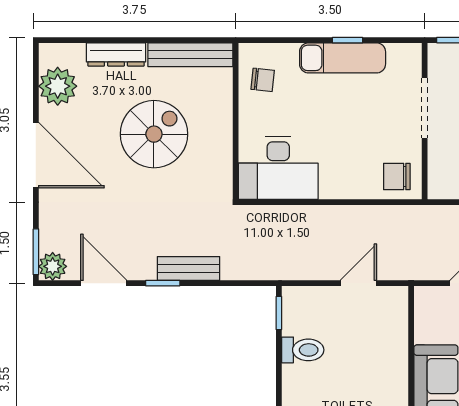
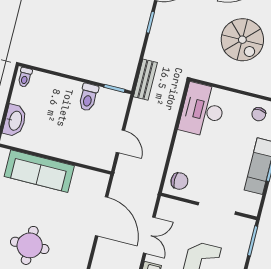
chair: (397, 176) -> (179, 181), turned 90
bench: (189, 268) -> (145, 80), moved

